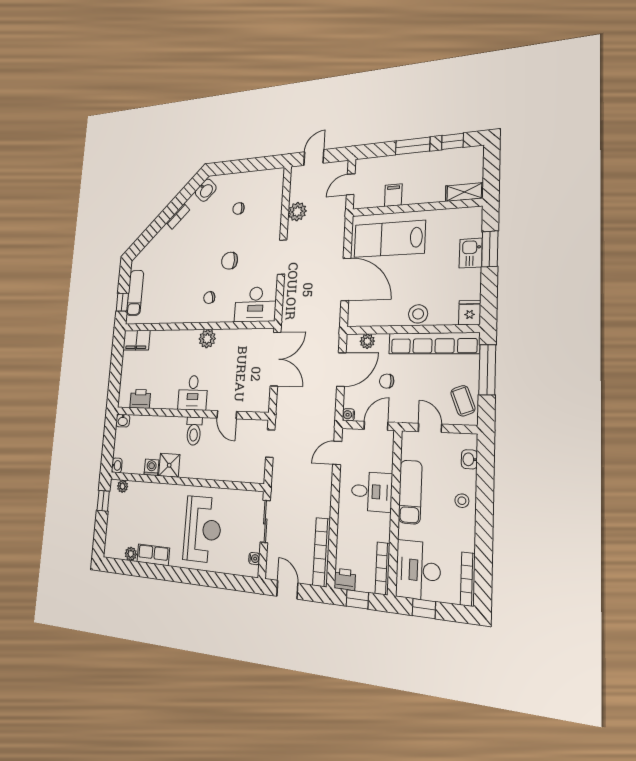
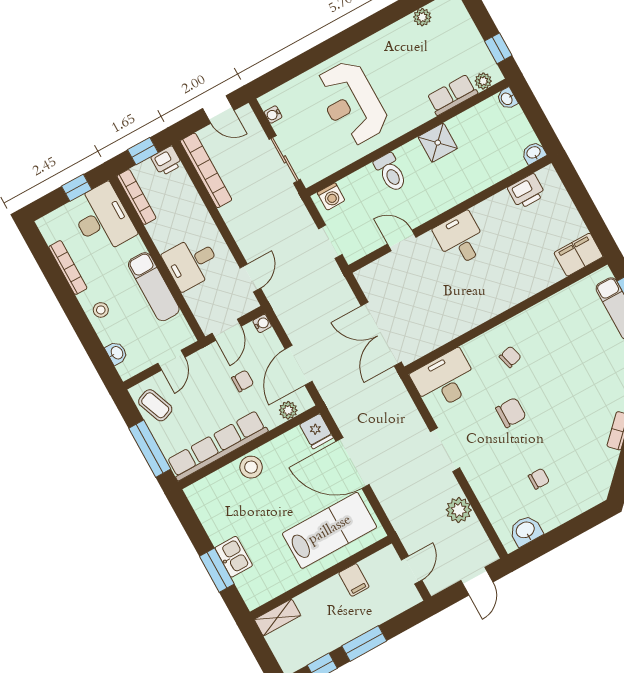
washbasin: (206, 190) -> (526, 530), moved, turned 45
fridge: (470, 313) -> (316, 431), moved
plant: (207, 339) -> (482, 309), removed
door: (430, 428) -> (171, 360), hinge flipped
toilet: (194, 431) -> (391, 173), moved, turned 180
washing machine: (151, 467) -> (331, 197), moved
row of seats: (153, 555) -> (452, 95), moved, turned 180
bookcase: (468, 579) -> (68, 268), moved

